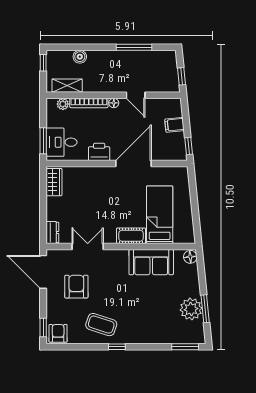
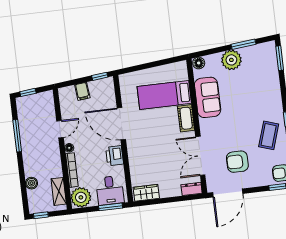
window: (182, 76) -> (28, 92), moved
plant: (63, 104) -> (81, 197), width x1.87, depth x1.87
double door: (88, 246) -> (200, 156), width x1.37
plant: (191, 309) -> (231, 60), moved

